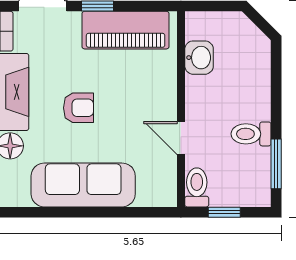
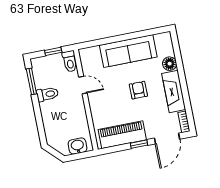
washbasin: (199, 58) -> (78, 146), moved, turned 90
armchair: (79, 108) -> (138, 90), turned 90

